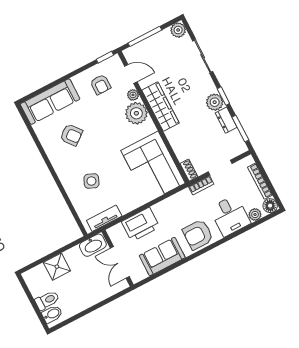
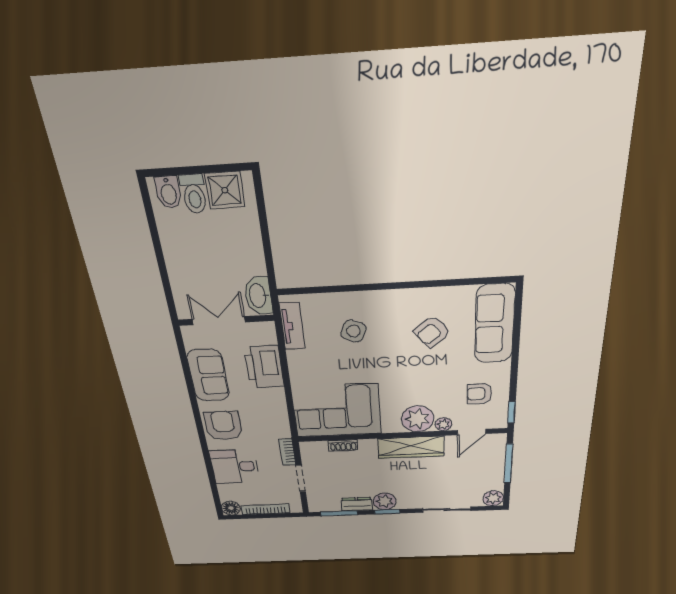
shoe rack: (189, 170) -> (343, 445), moved
plant: (255, 215) -> (226, 491), removed
shower: (57, 267) -> (225, 190), moved

